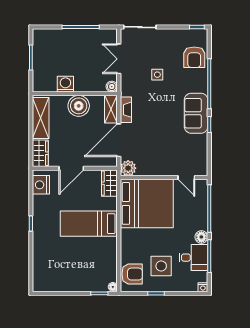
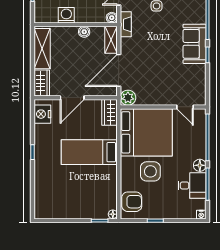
boiler: (79, 106) -> (84, 32), width x0.54, depth x0.54
fireplace: (126, 110) -> (126, 24), moved
side table: (161, 266) -> (150, 171), moved

